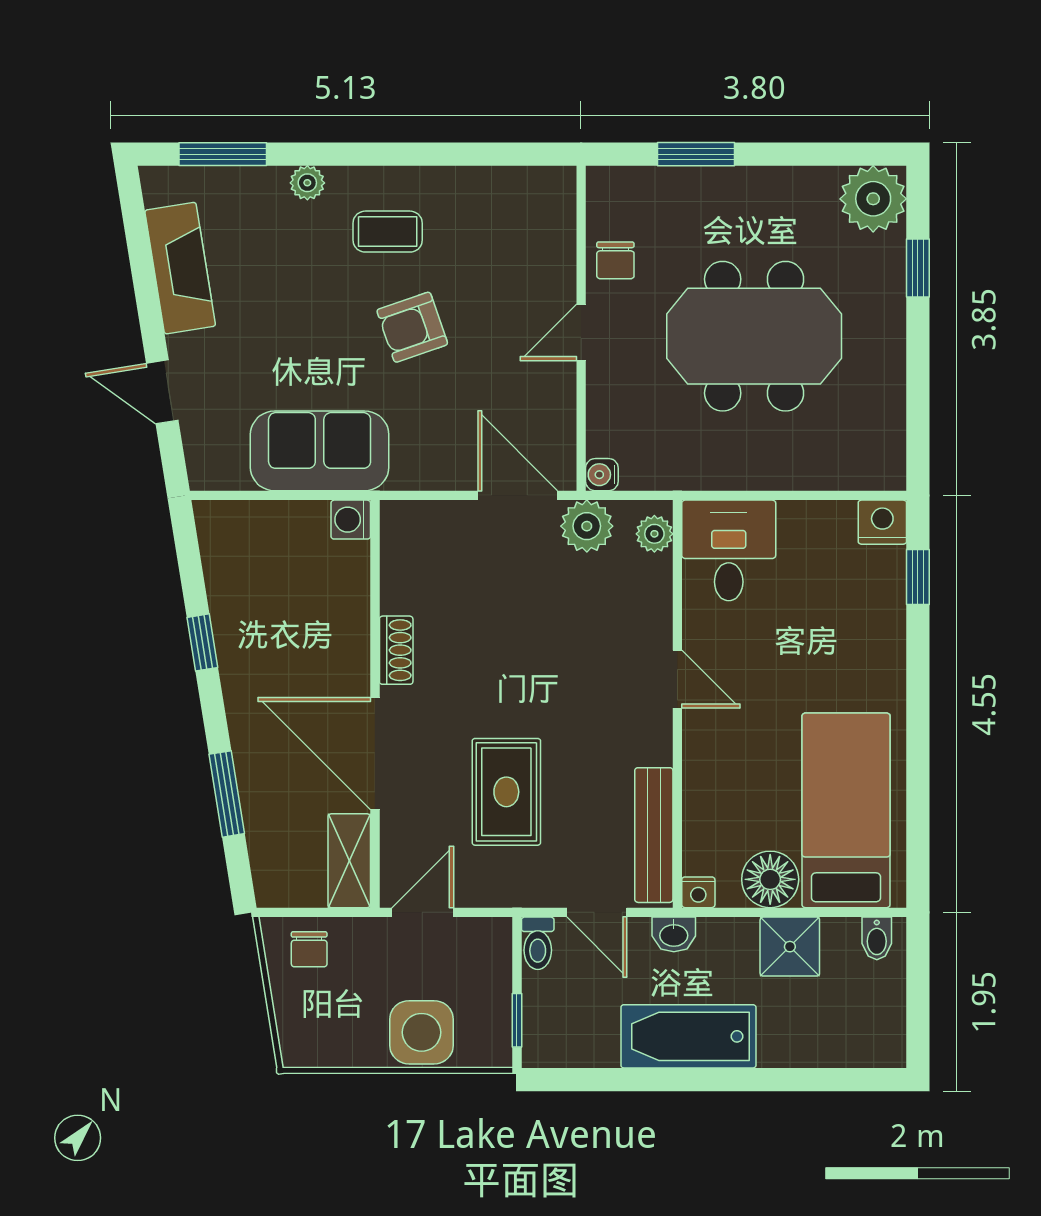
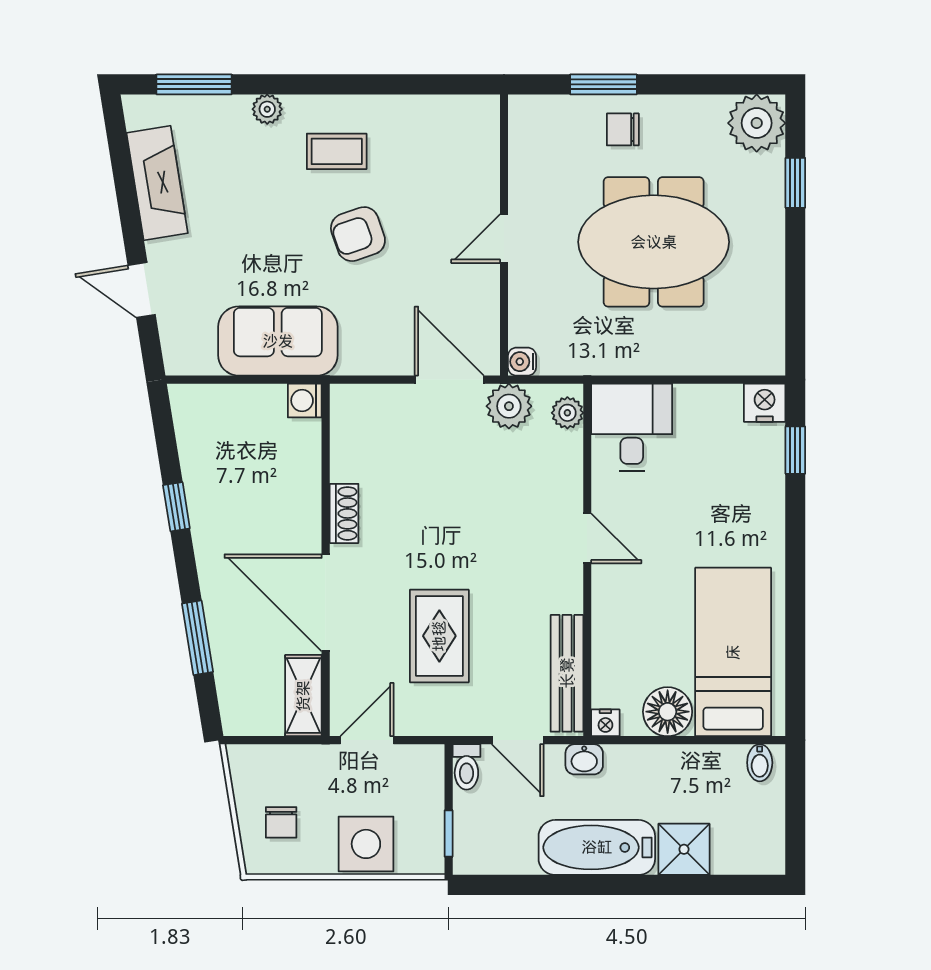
chair: (615, 260) -> (623, 129), moved, turned 90
shower: (790, 947) -> (684, 849), moved
chair: (309, 949) -> (281, 822), moved

